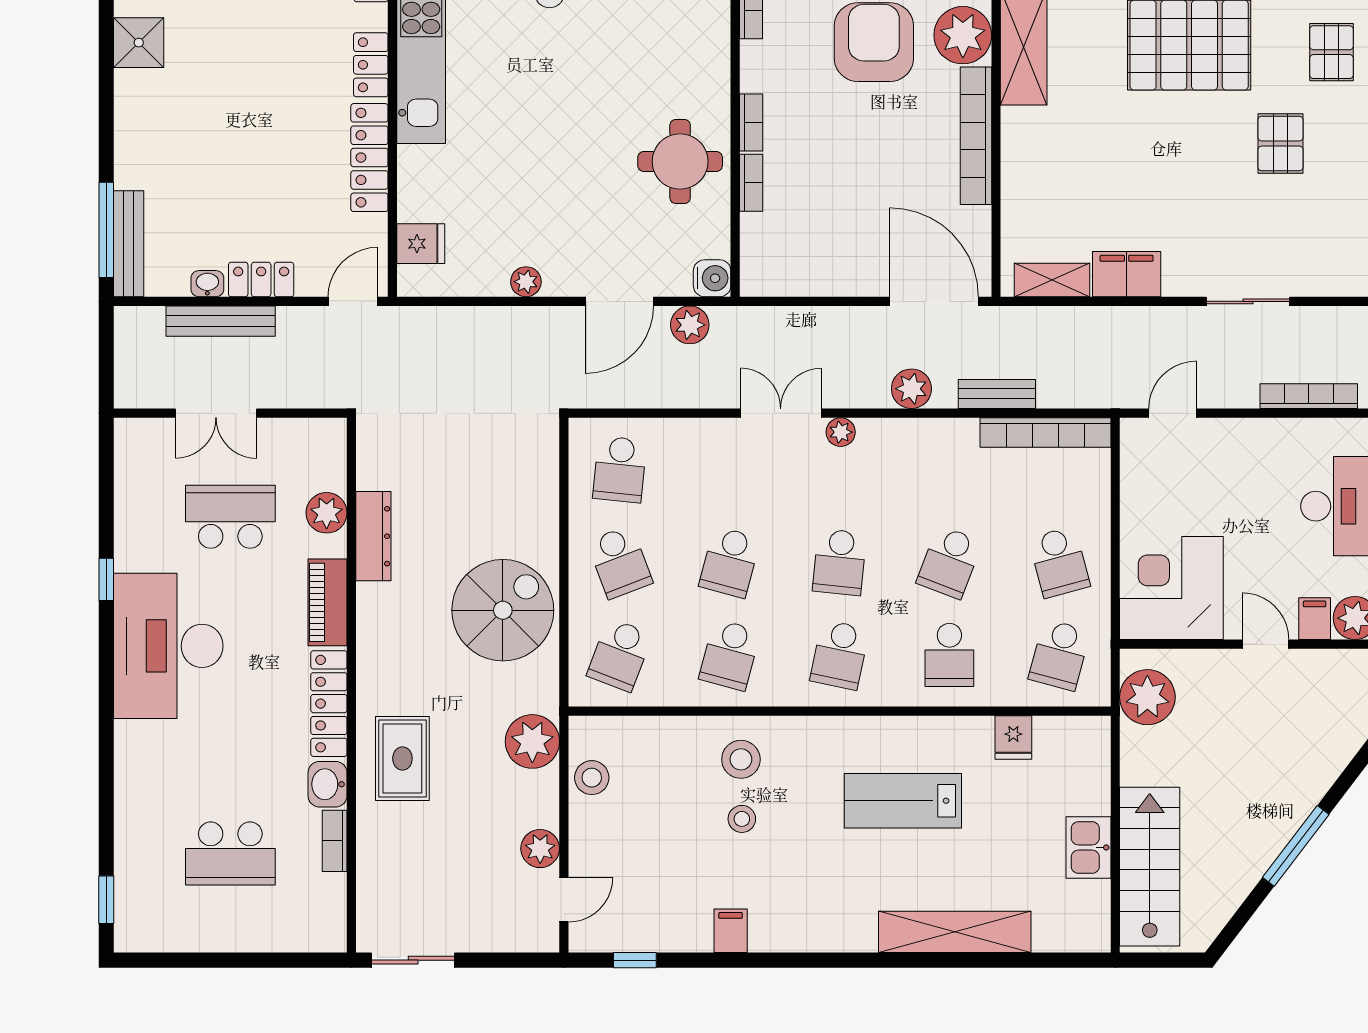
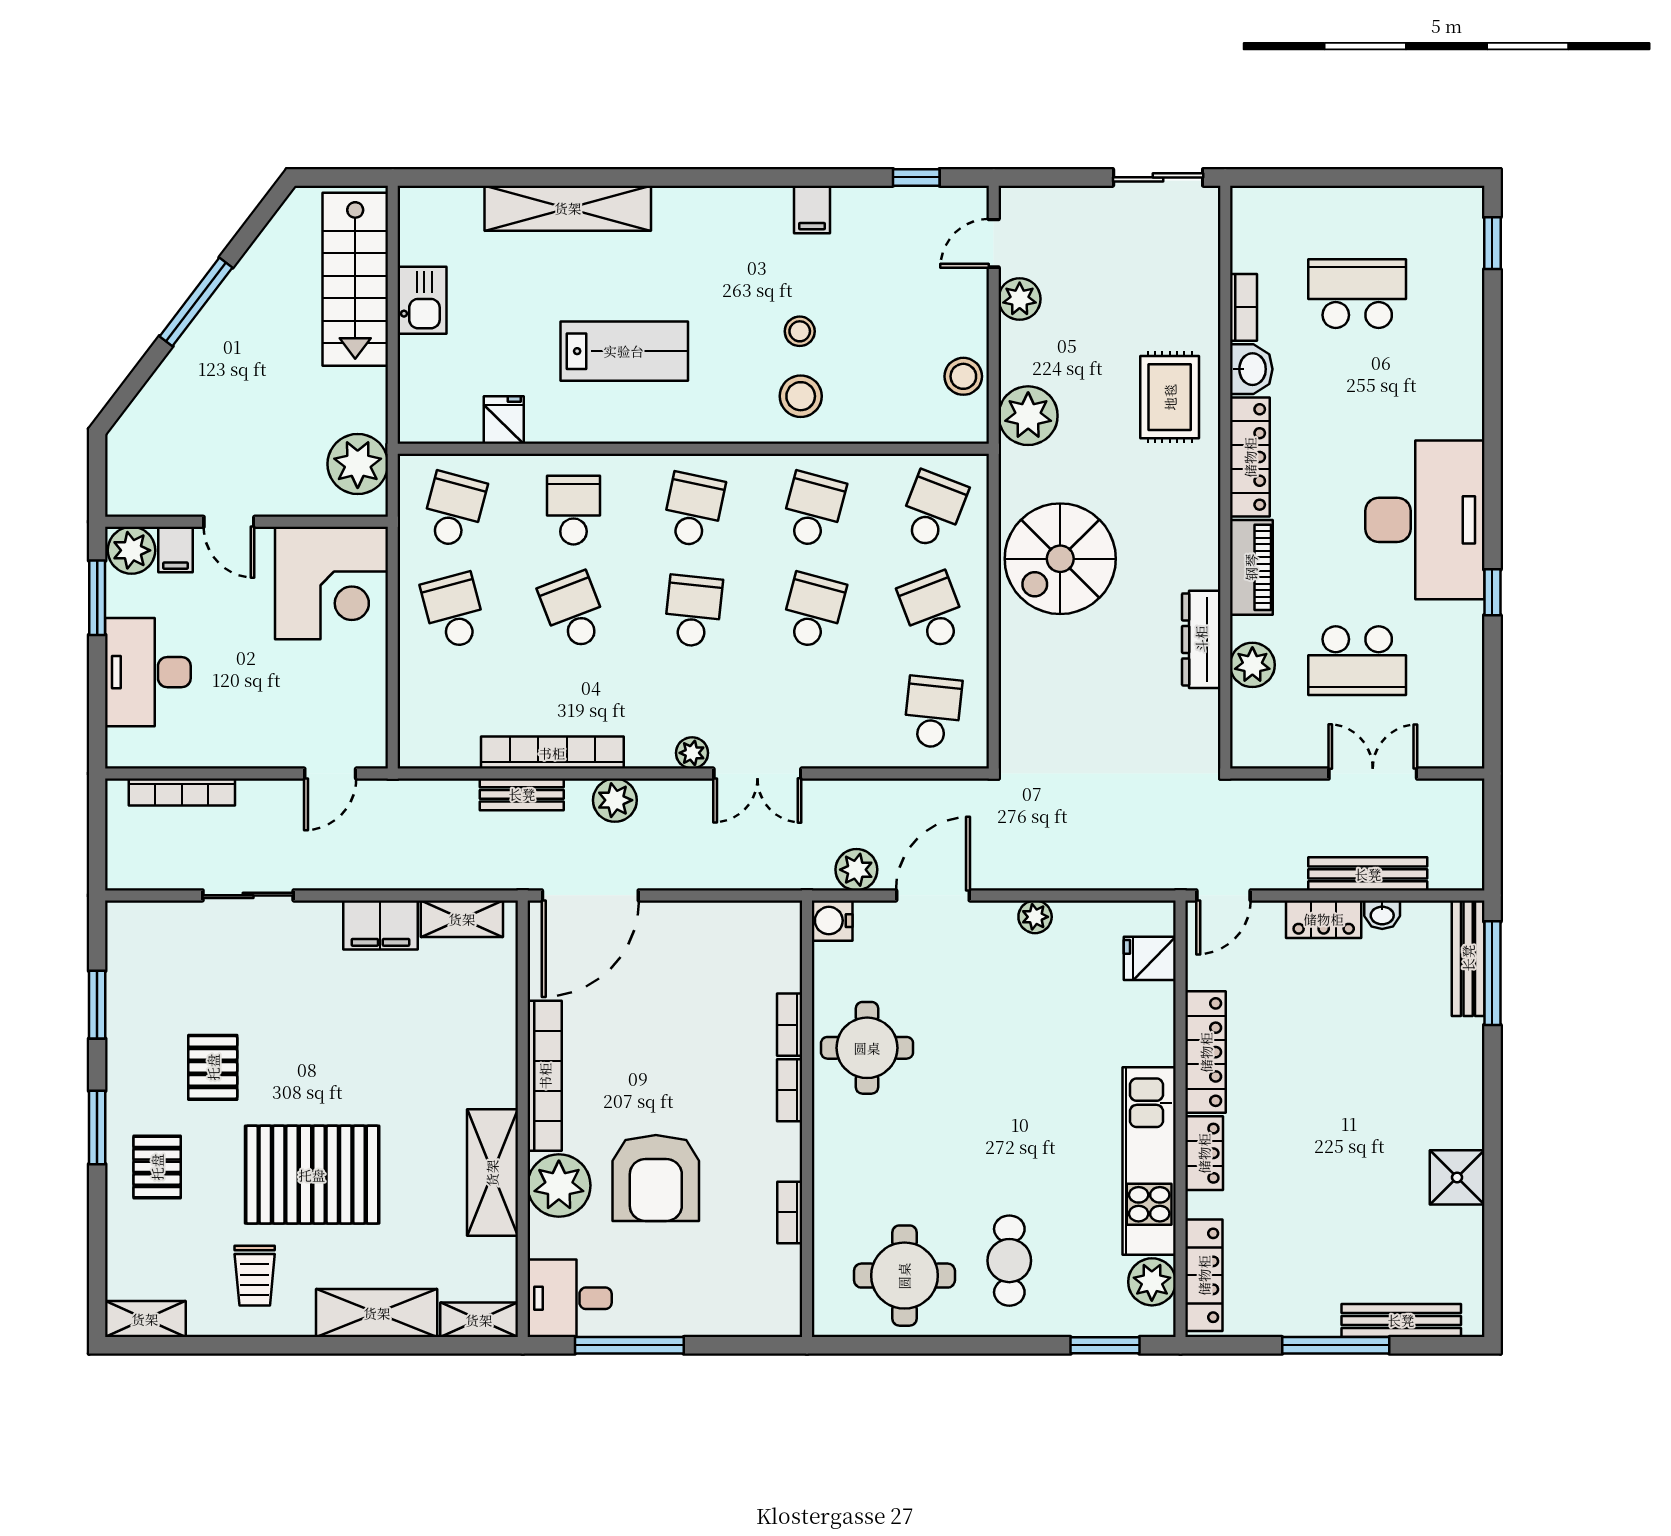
door: (934, 301) -> (590, 895), hinge flipped
bookcase: (1045, 432) -> (552, 753), moved
school desk: (949, 562) -> (573, 611), turned -42

